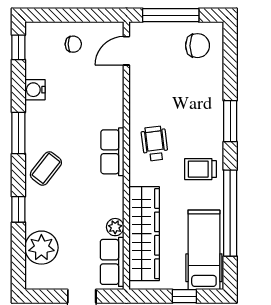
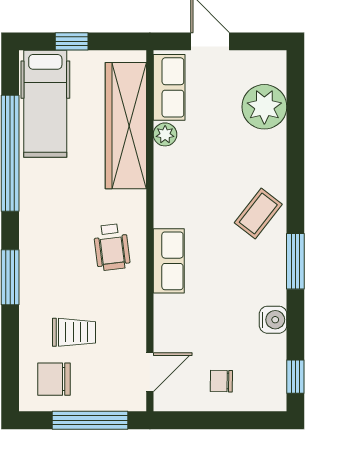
row of seats: (112, 152) -> (169, 261), moved
trolley: (200, 169) -> (74, 332), moved
window: (18, 209) -> (295, 158), removed

